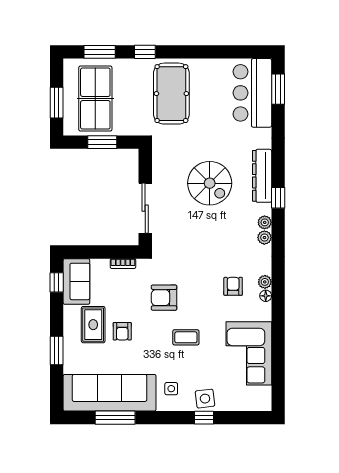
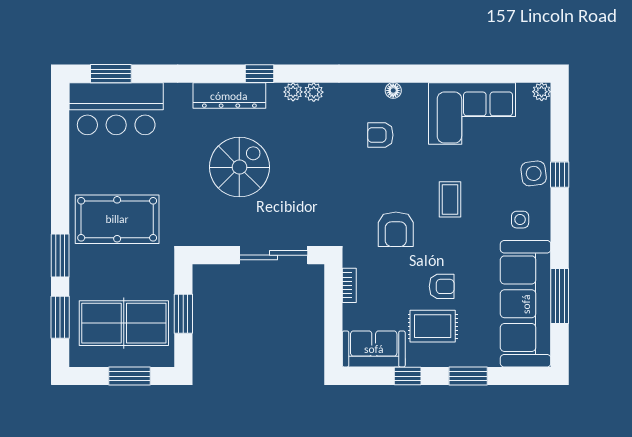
window: (145, 52) -> (60, 255), width x1.50
window: (57, 282) -> (408, 376), moved
plant: (265, 282) -> (542, 92), moved

